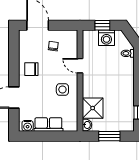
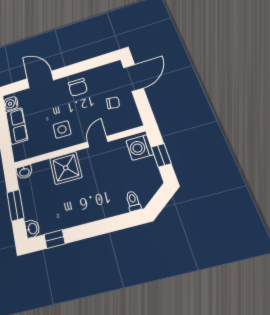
washing machine: (106, 38) -> (140, 147), moved
chair: (31, 69) -> (78, 87), turned 180
shower: (93, 108) -> (66, 168), moved
washbasin: (128, 127) -> (32, 229), added

